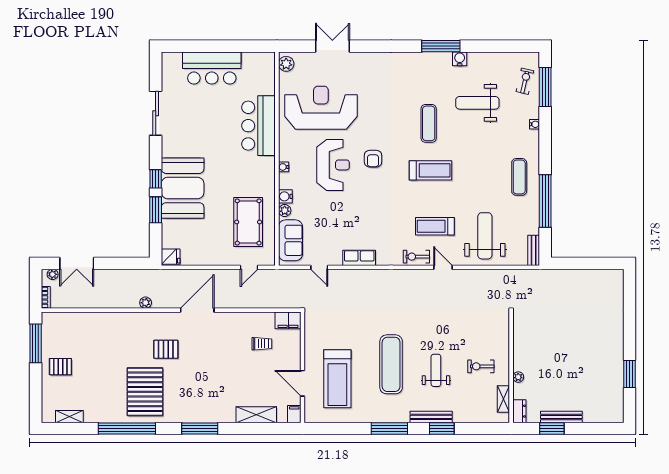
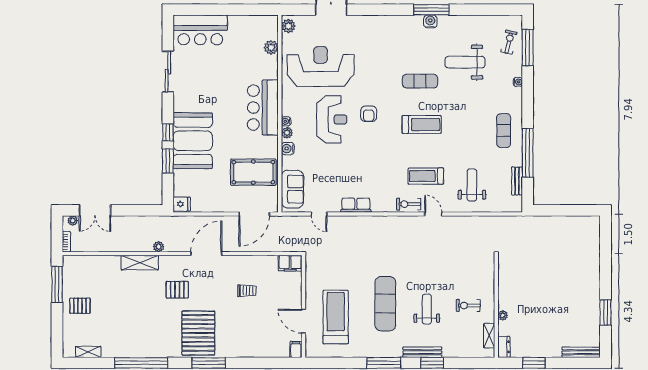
water cooler: (460, 59) -> (430, 22), moved
bar counter: (212, 68) -> (200, 30), moved
plant: (267, 87) -> (271, 47), added
exercise mat: (429, 123) -> (420, 81), turned 90
bar counter: (258, 126) -> (263, 108), moved
plant: (285, 210) -> (287, 133), moved
pool table: (248, 222) -> (253, 172), turned 90
weight bench: (485, 236) -> (472, 185), width x0.73, depth x0.75
bench: (534, 250) -> (517, 181), moved
door: (249, 267) -> (254, 214), width x1.87
trolley: (262, 344) -> (247, 291), moved
treadmill: (337, 379) -> (336, 317), turned 180
pallet: (145, 392) -> (198, 333), moved
shelving: (256, 415) -> (140, 263), moved
bench: (561, 417) -> (581, 352), moved

